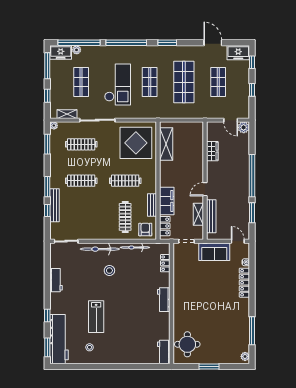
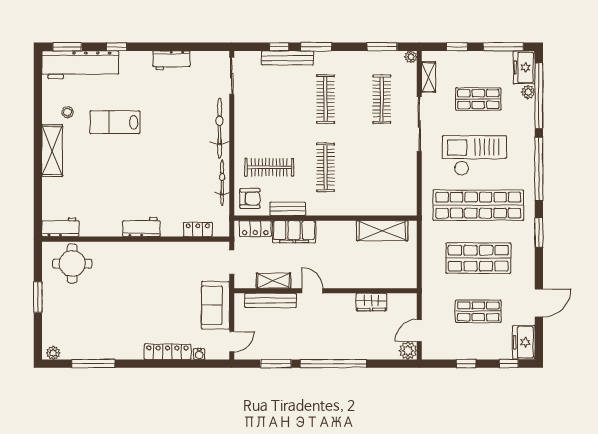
shop shelf: (150, 82) -> (478, 205), width x2.00, depth x1.36
checkout: (118, 85) -> (474, 155), turned 180
display table: (136, 143) -> (384, 184), removed
stool: (109, 271) -> (186, 143), removed
shelving: (114, 357) -> (52, 151), added

